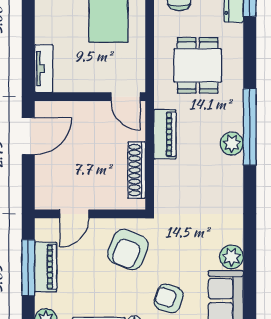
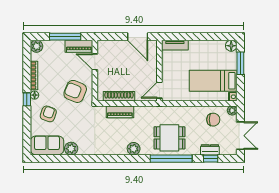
dining table: (198, 65) -> (169, 138), moved
window: (250, 127) -> (171, 159), moved
piano: (165, 134) -> (120, 112), moved
piano: (46, 267) -> (79, 46), moved

